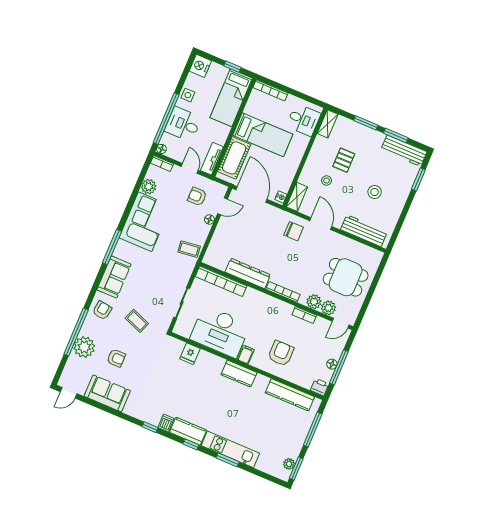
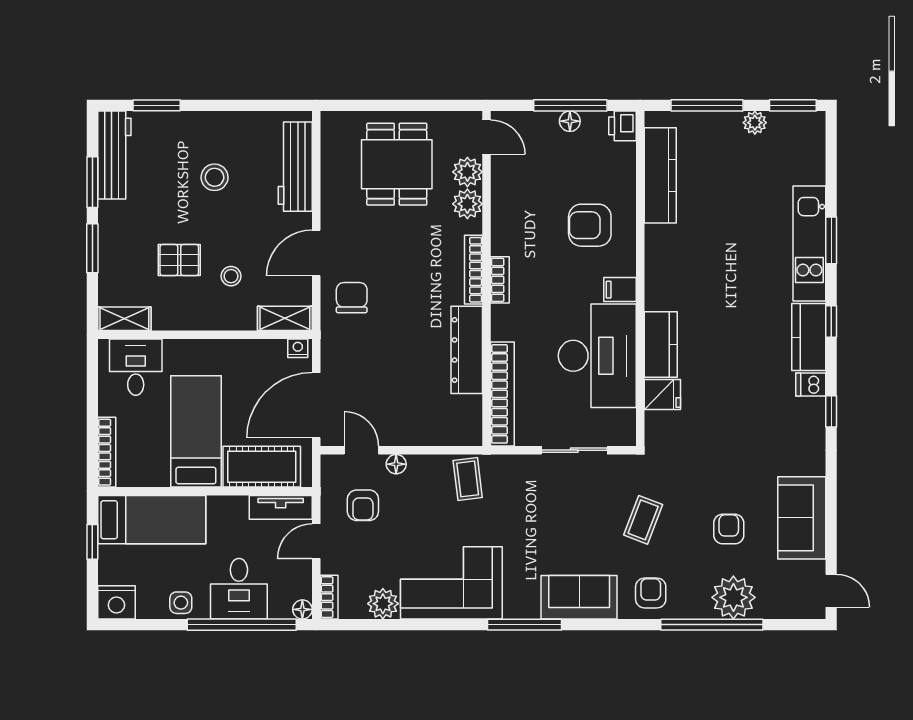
armchair: (102, 310) -> (651, 593), turned 81
bookcase: (304, 315) -> (500, 280), moved
kitchen counter: (239, 374) -> (661, 344), moved
plant: (289, 464) -> (755, 123), moved

